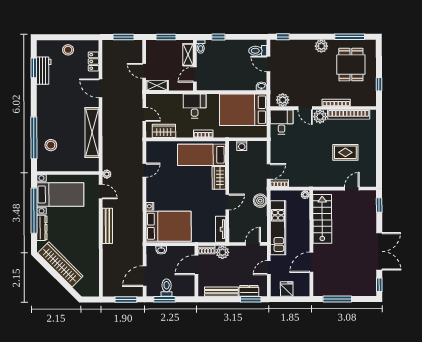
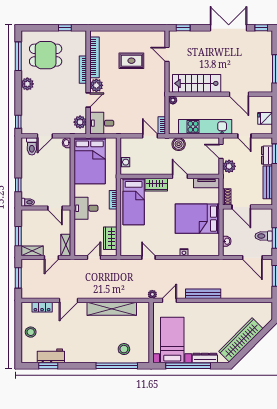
shelving: (188, 55) -> (32, 251), moved
rug: (345, 152) -> (131, 61), turned 90
bed: (169, 226) -> (197, 219), moved, turned -90
plant: (222, 252) -> (229, 166), moved

